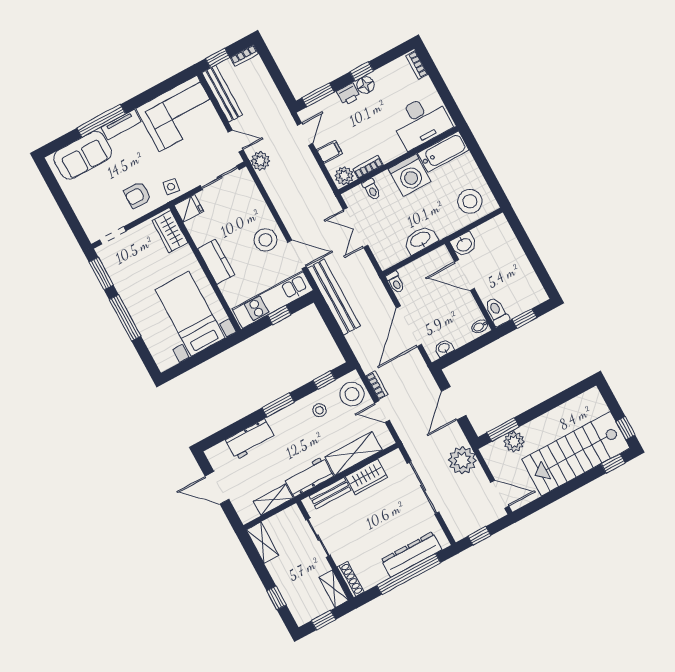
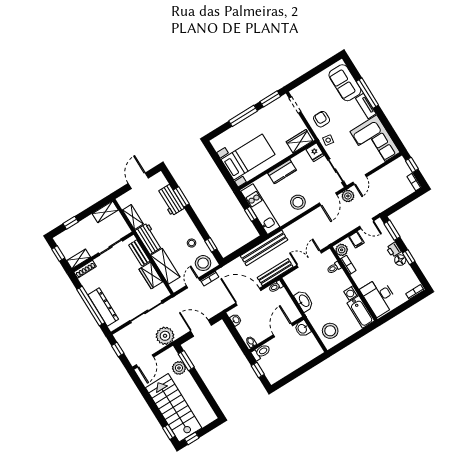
bench: (222, 94) -> (275, 272), moved
washing machine: (410, 175) -> (351, 293), width x0.53, depth x0.53
door: (297, 254) -> (328, 199), moved
window: (278, 405) -> (181, 197), moved

